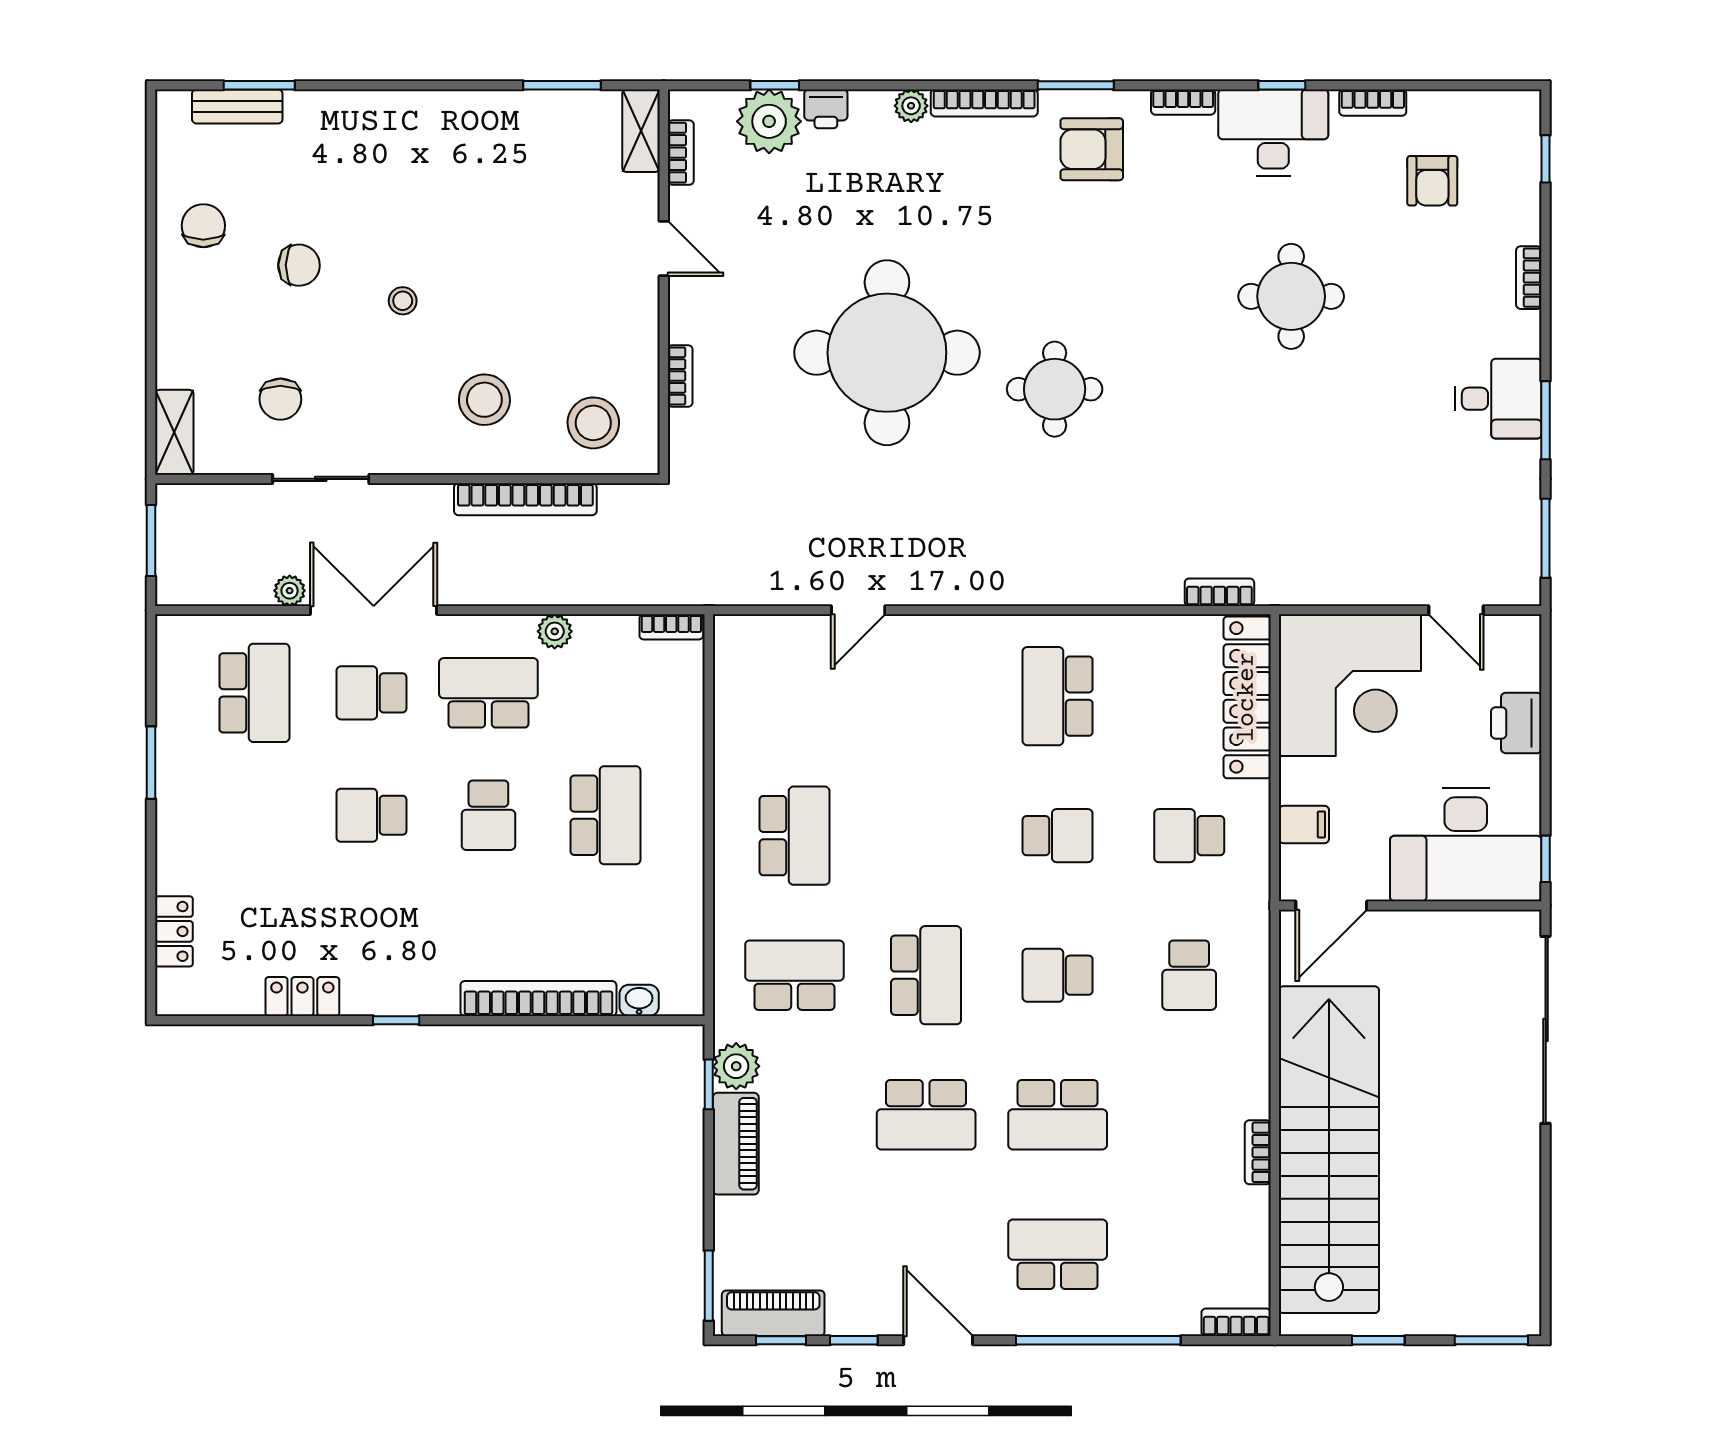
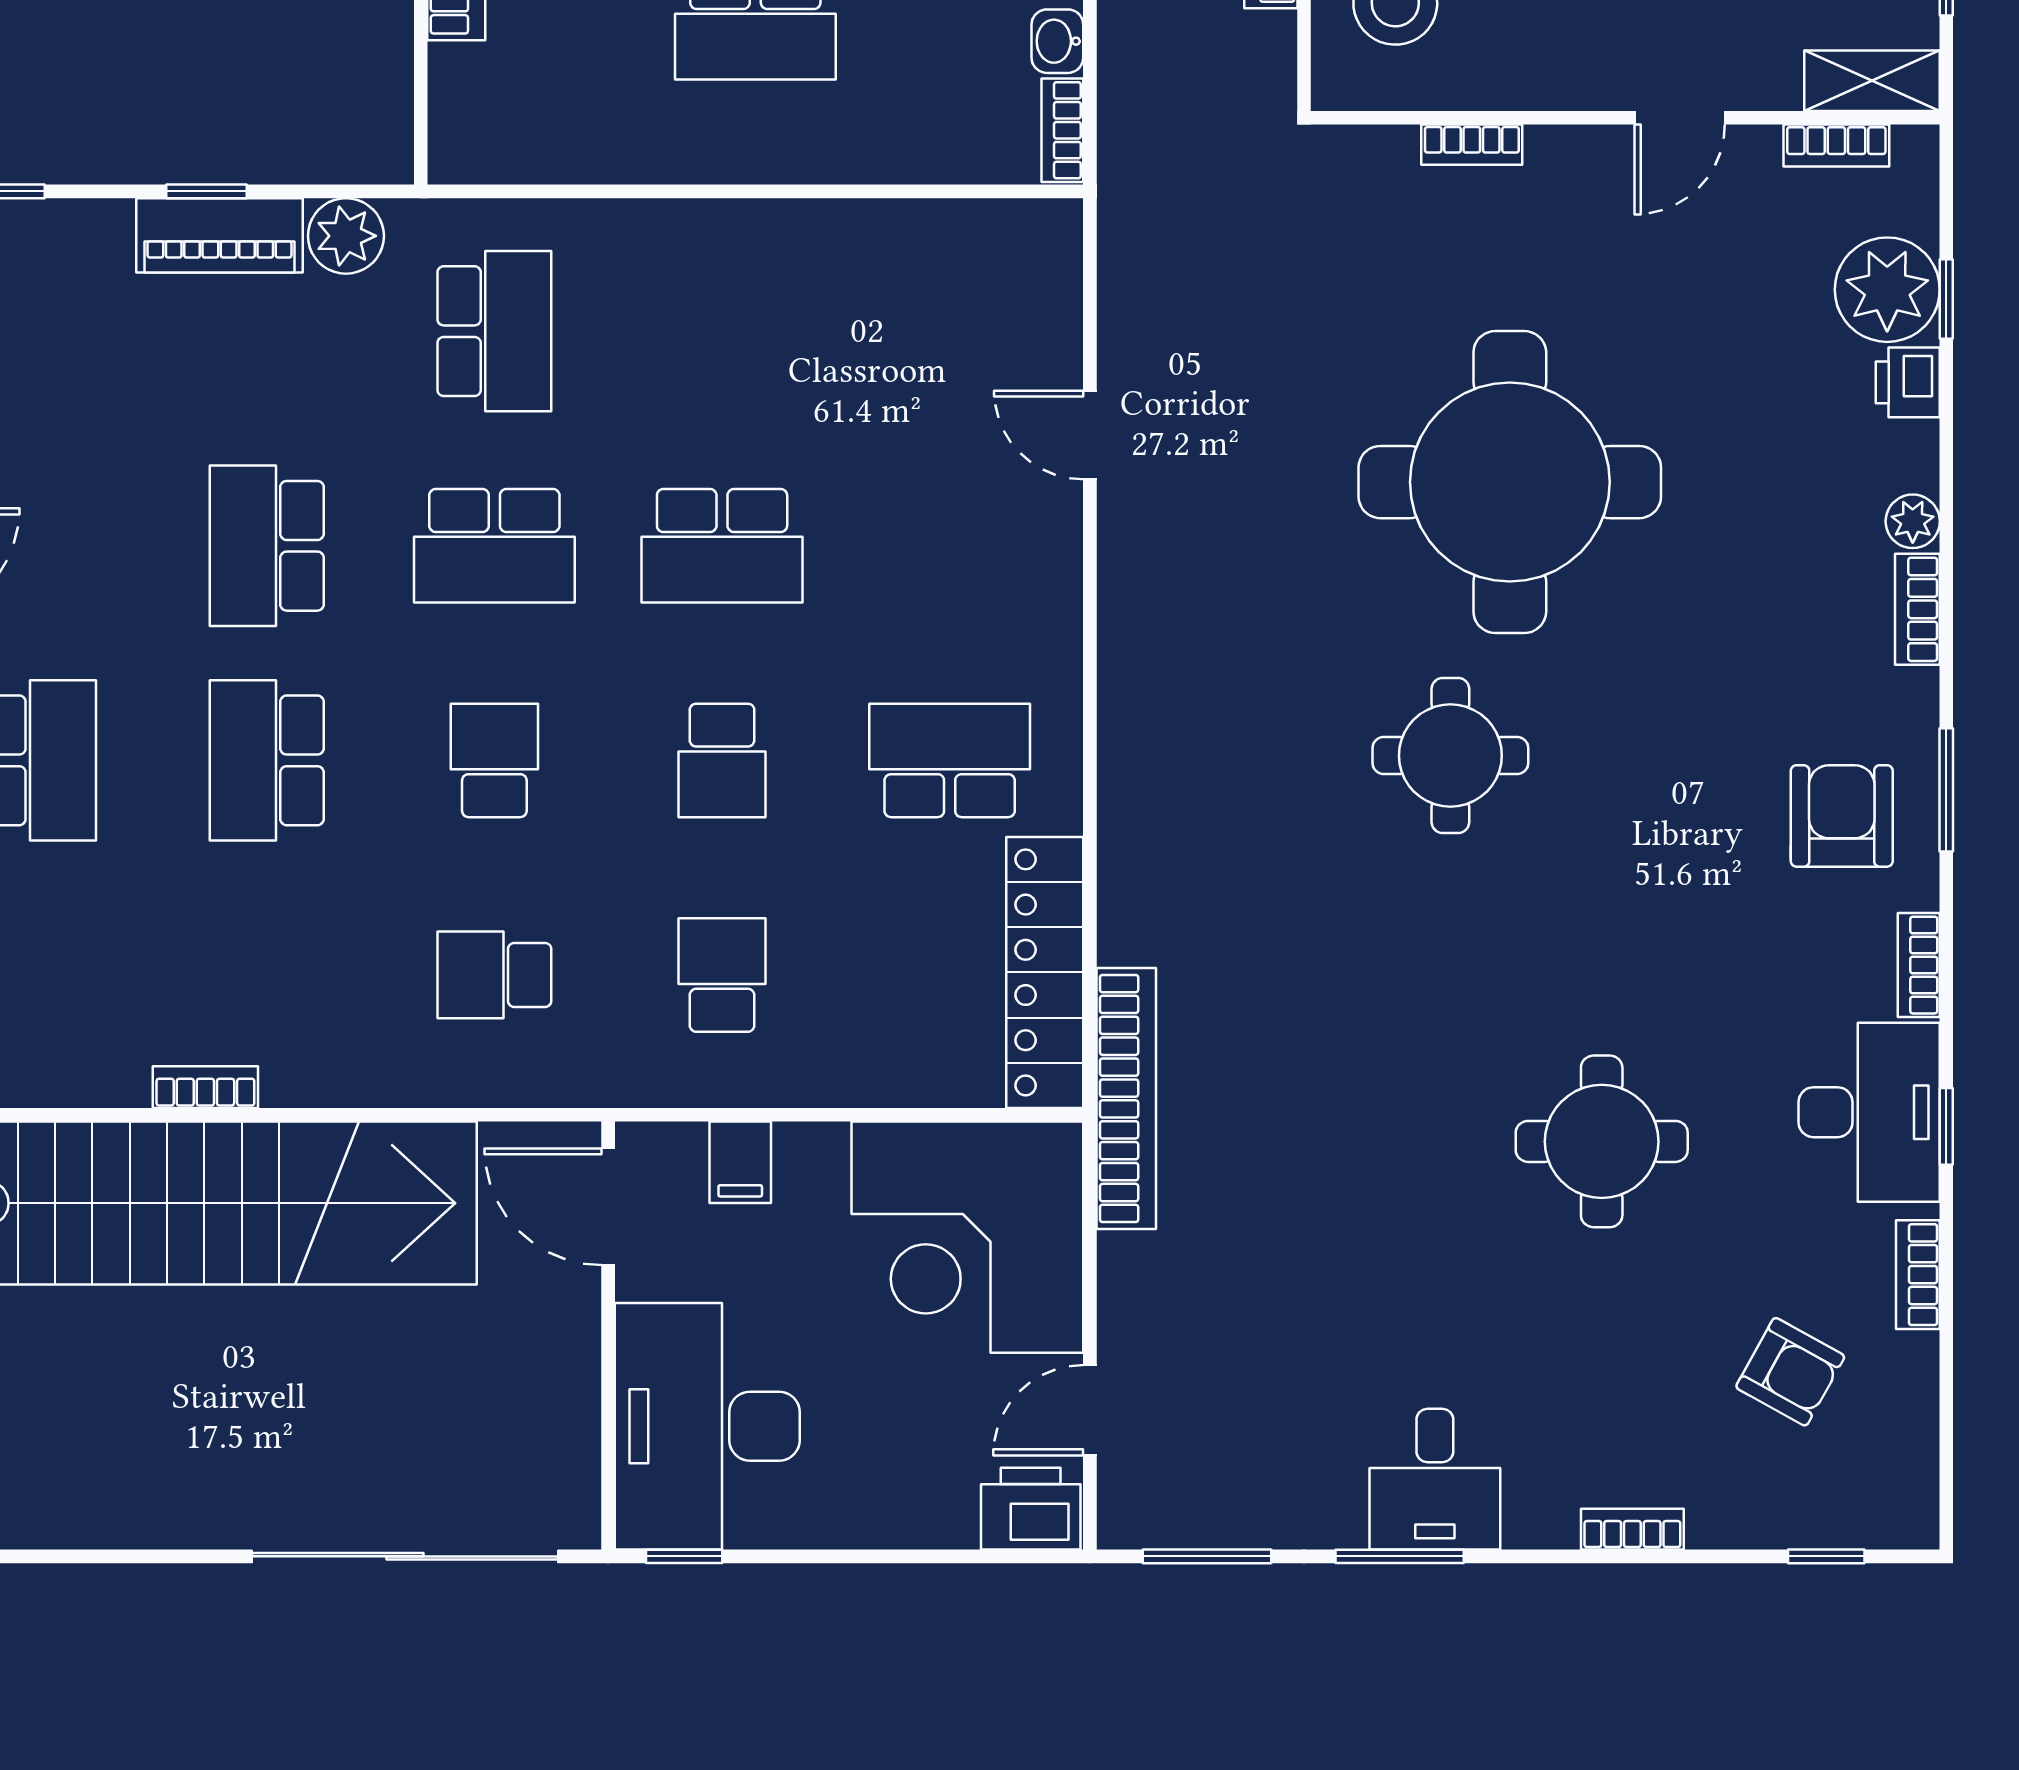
bookcase: (984, 103) -> (1917, 609), width x0.64
armchair: (1432, 181) -> (1790, 1372), turned -151
bookcase: (1219, 592) -> (1126, 1098), width x2.31, depth x1.31
locker: (1247, 697) -> (1045, 972), moved, turned -90
printer: (1516, 723) -> (1031, 1509), moved
school desk: (794, 836) -> (722, 546), moved
washbasin: (639, 1000) -> (1057, 41), moved, turned 180
window: (709, 1084) -> (207, 191), moved

